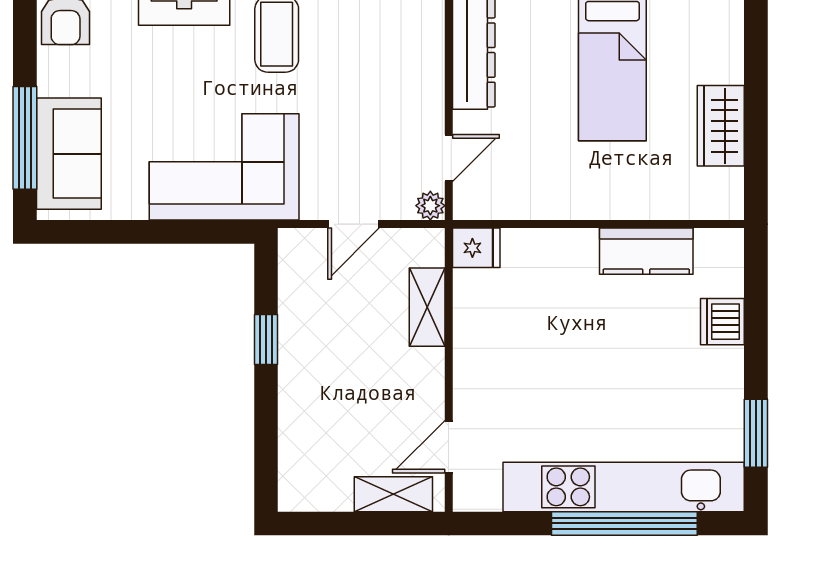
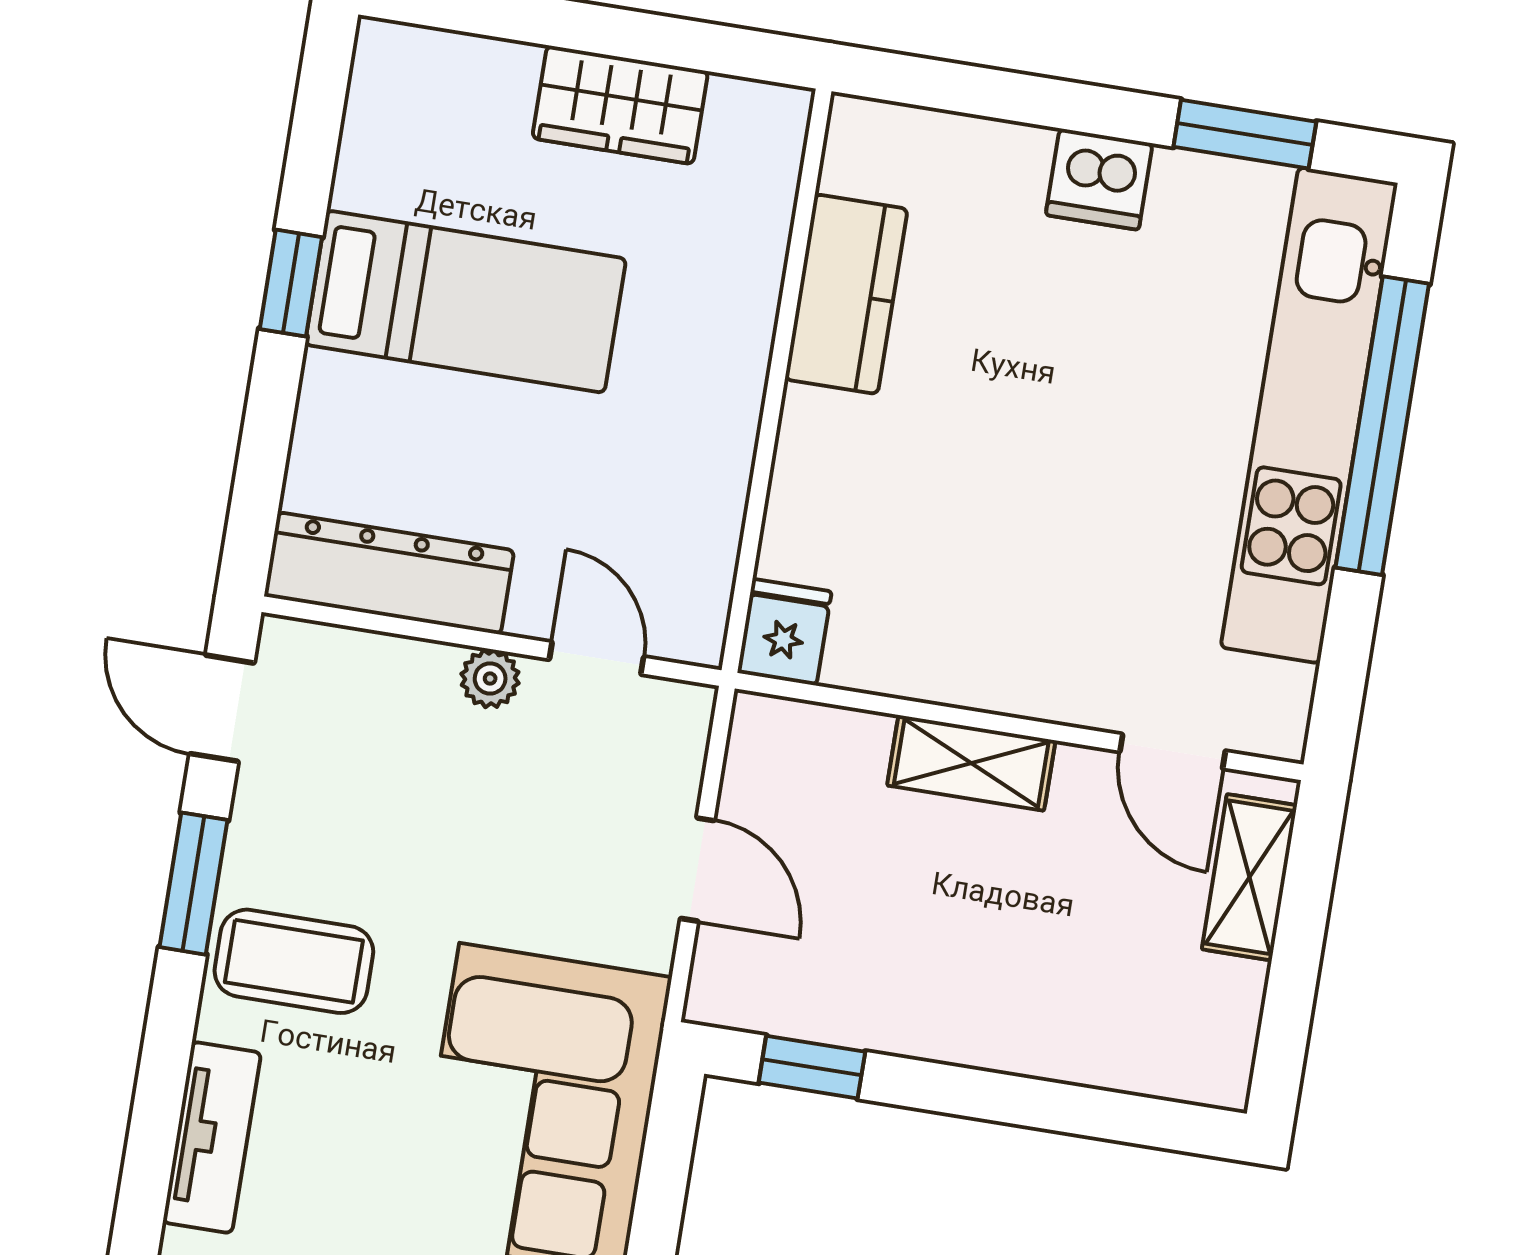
plant: (430, 206) -> (490, 679), moved
shelving: (427, 307) -> (971, 763), moved
dishwasher: (722, 322) -> (1099, 179), moved
window: (266, 339) -> (812, 1067), moved

